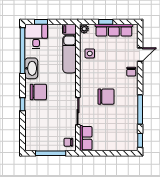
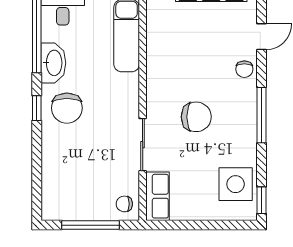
side table: (90, 53) -> (236, 184), moved, width x1.87, depth x1.87
chair: (38, 92) -> (67, 108), turned 90
window: (22, 104) -> (37, 108), moved
window: (140, 110) -> (261, 115), moved

